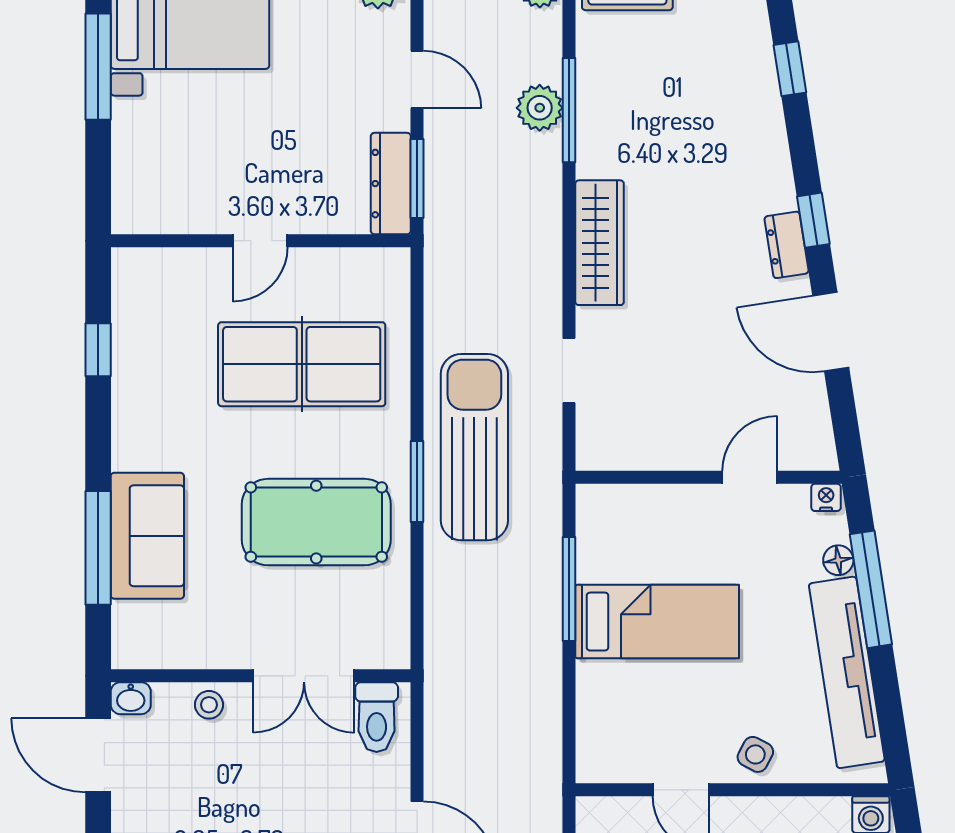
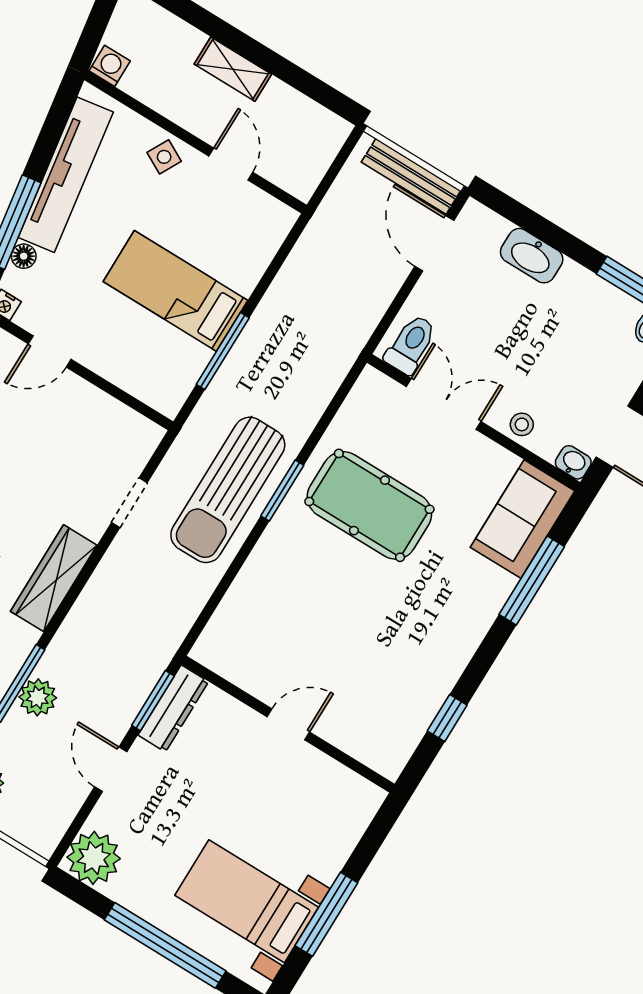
table tennis table: (302, 364) -> (312, 621), removed
sofa: (147, 536) -> (523, 519), moved

